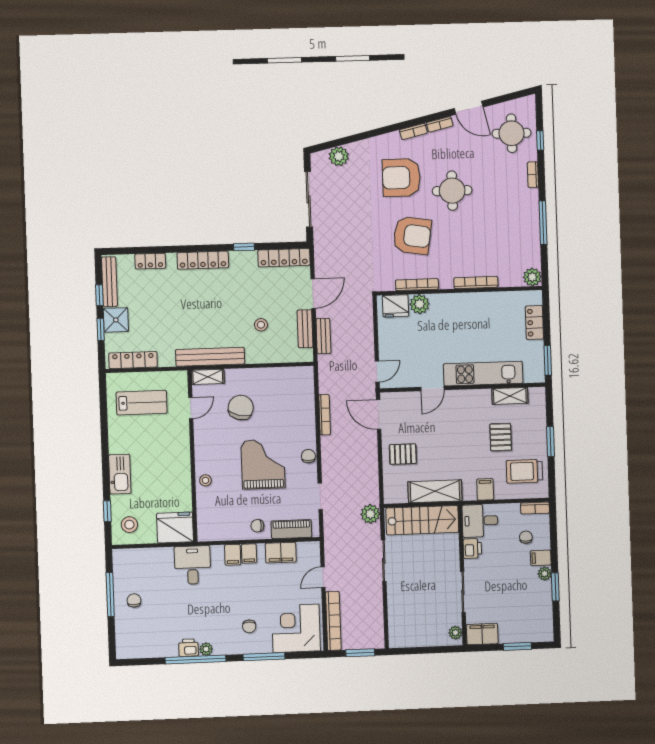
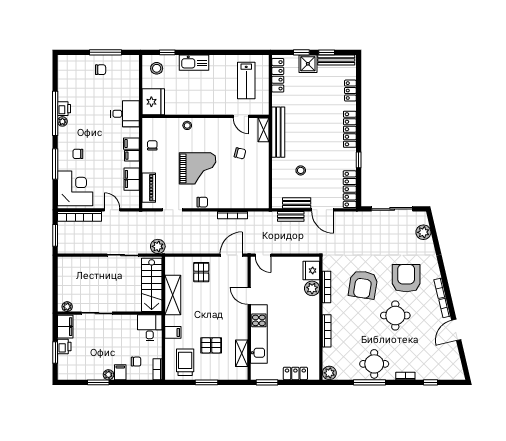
round table: (512, 133) -> (374, 364), moved
chair: (241, 408) -> (240, 153), width x0.54, depth x0.54
chair: (257, 526) -> (152, 145), moved
printer: (472, 548) -> (64, 346), moved, turned -90

